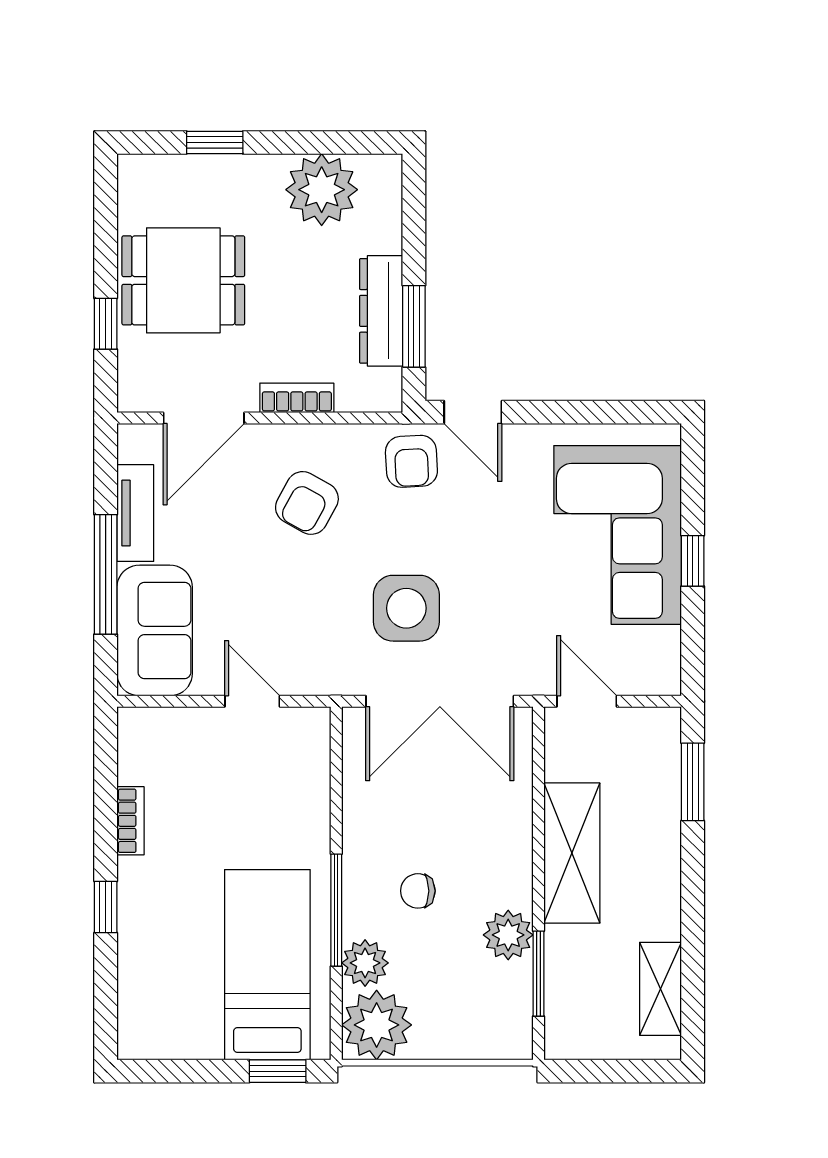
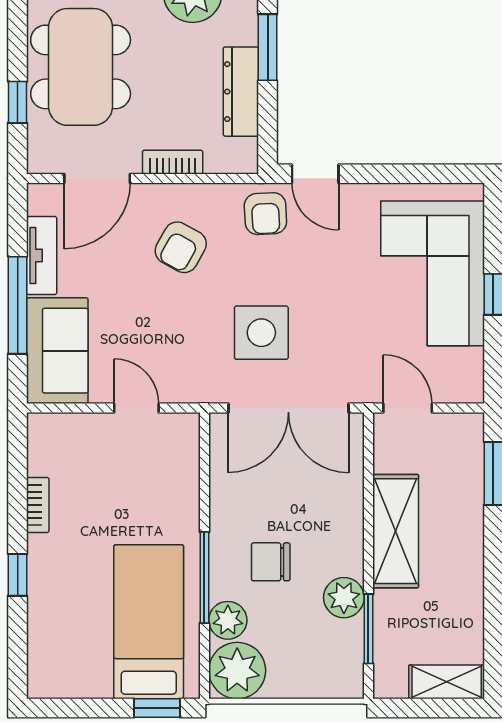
dining table: (183, 280) -> (81, 67), width x1.38
window: (414, 326) -> (268, 47), moved
chair: (418, 891) -> (271, 562), width x1.37, depth x1.37
shelving: (660, 989) -> (447, 682), moved, turned 90

